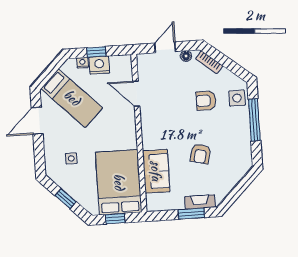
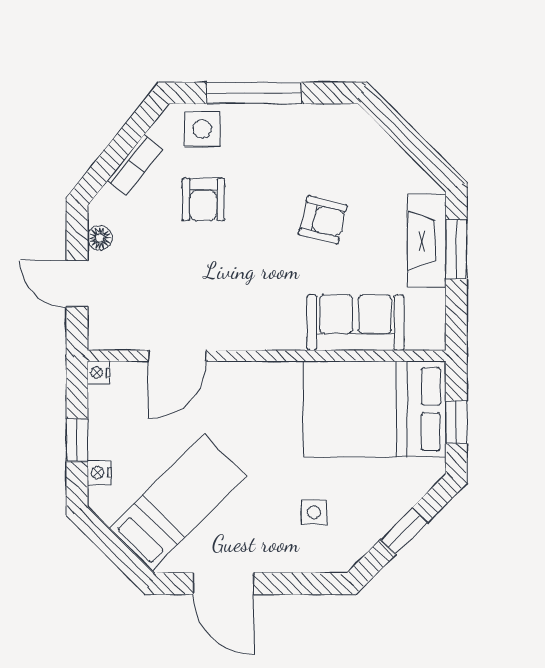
bookcase: (209, 62) -> (135, 165), moved
nightstand: (99, 65) -> (98, 373), moved, width x0.53, depth x0.56
fireplace: (200, 202) -> (427, 241), width x1.37, depth x1.32

